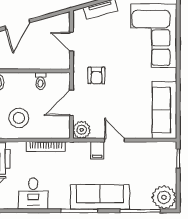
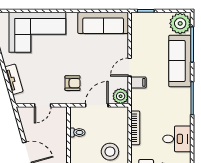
door: (71, 103) -> (97, 105), swing flipped
sofa: (100, 197) -> (180, 61), moved

